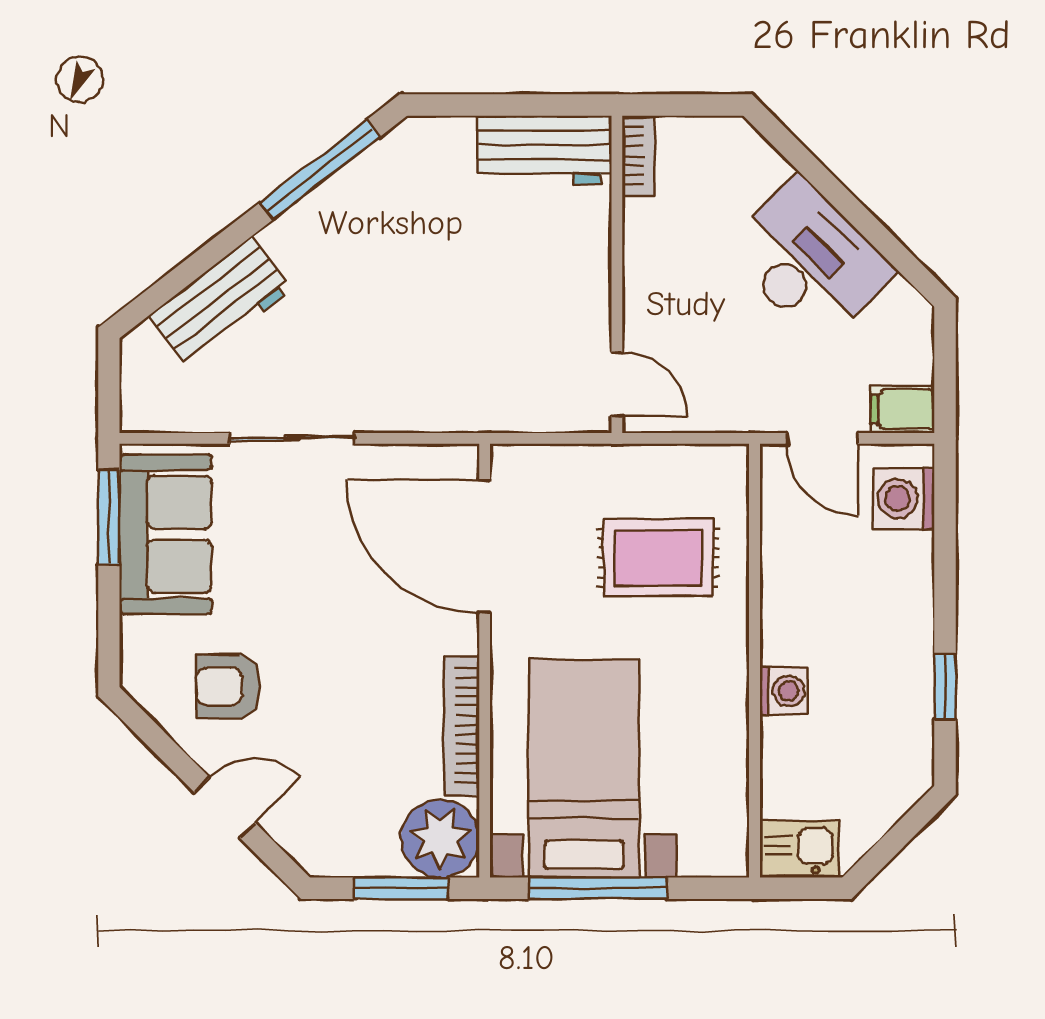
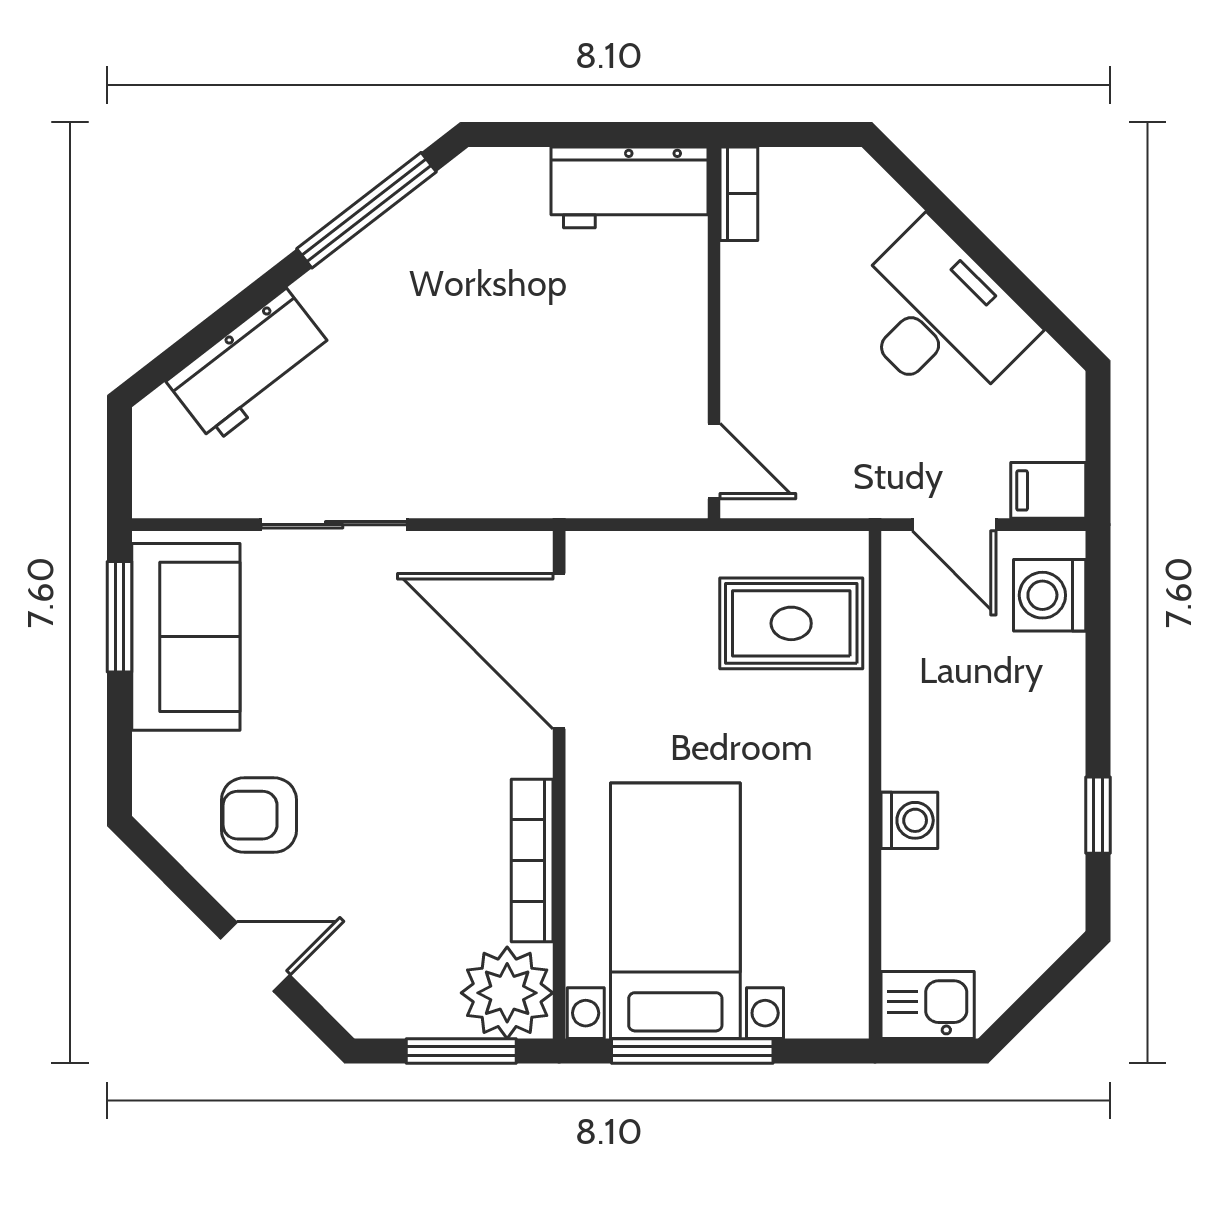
rug: (658, 558) -> (791, 623), moved

